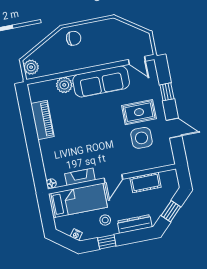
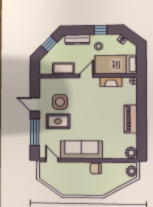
chair: (74, 38) -> (96, 168), moved
plant: (64, 85) -> (131, 153), moved
window: (167, 92) -> (35, 132), width x2.17
piano: (42, 120) -> (131, 119), moved

